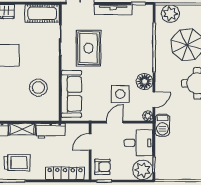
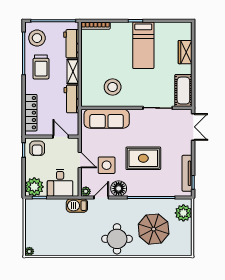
tv unit: (113, 10) -> (187, 173), moved
rug: (89, 48) -> (143, 158), moved
door: (154, 100) -> (101, 197), swing flipped

